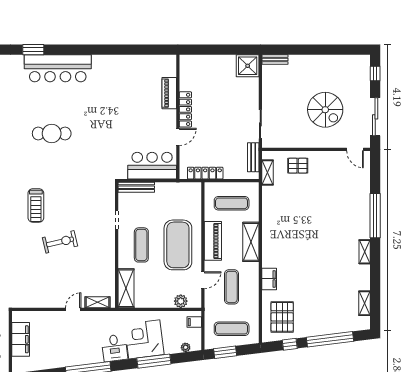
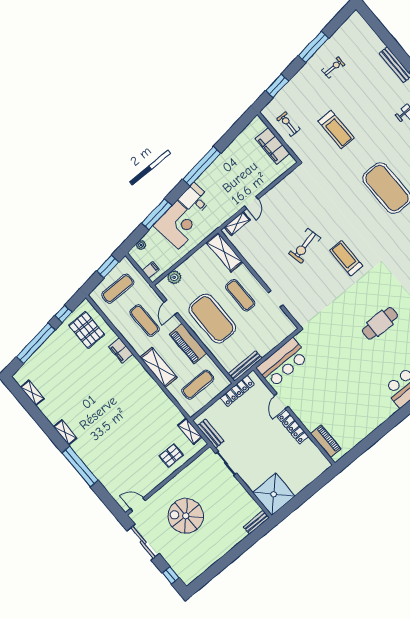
shower: (248, 66) -> (274, 494), width x1.37, depth x1.37
piano: (169, 93) -> (326, 441), moved
bench: (136, 187) -> (245, 366), moved

